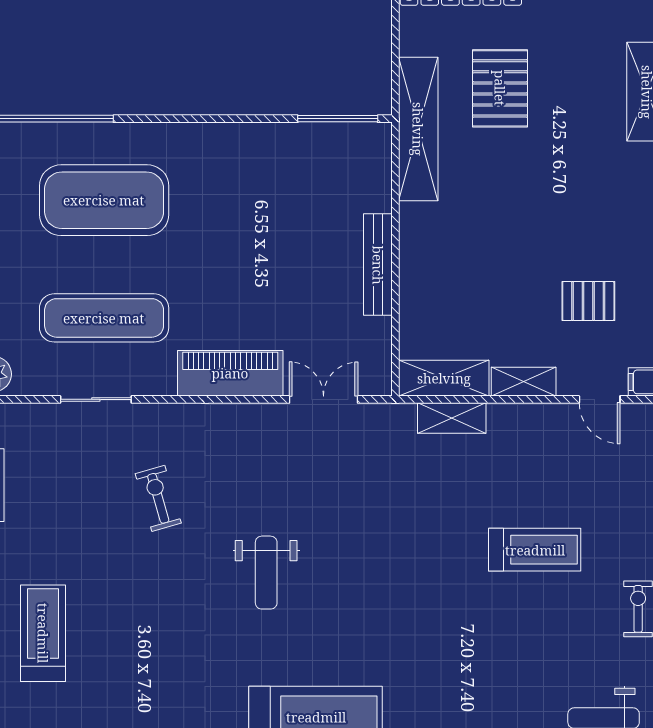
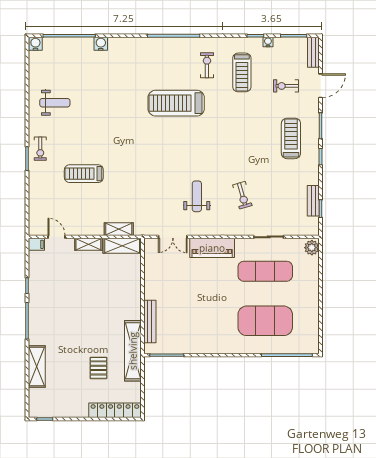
pallet: (500, 88) -> (98, 368), width x0.67, depth x0.71
bench: (378, 265) -> (150, 321), moved
pallet: (588, 301) -> (61, 278), removed
weight bench: (266, 573) -> (197, 196), moved
treadmill: (43, 633) -> (291, 138), turned 180

